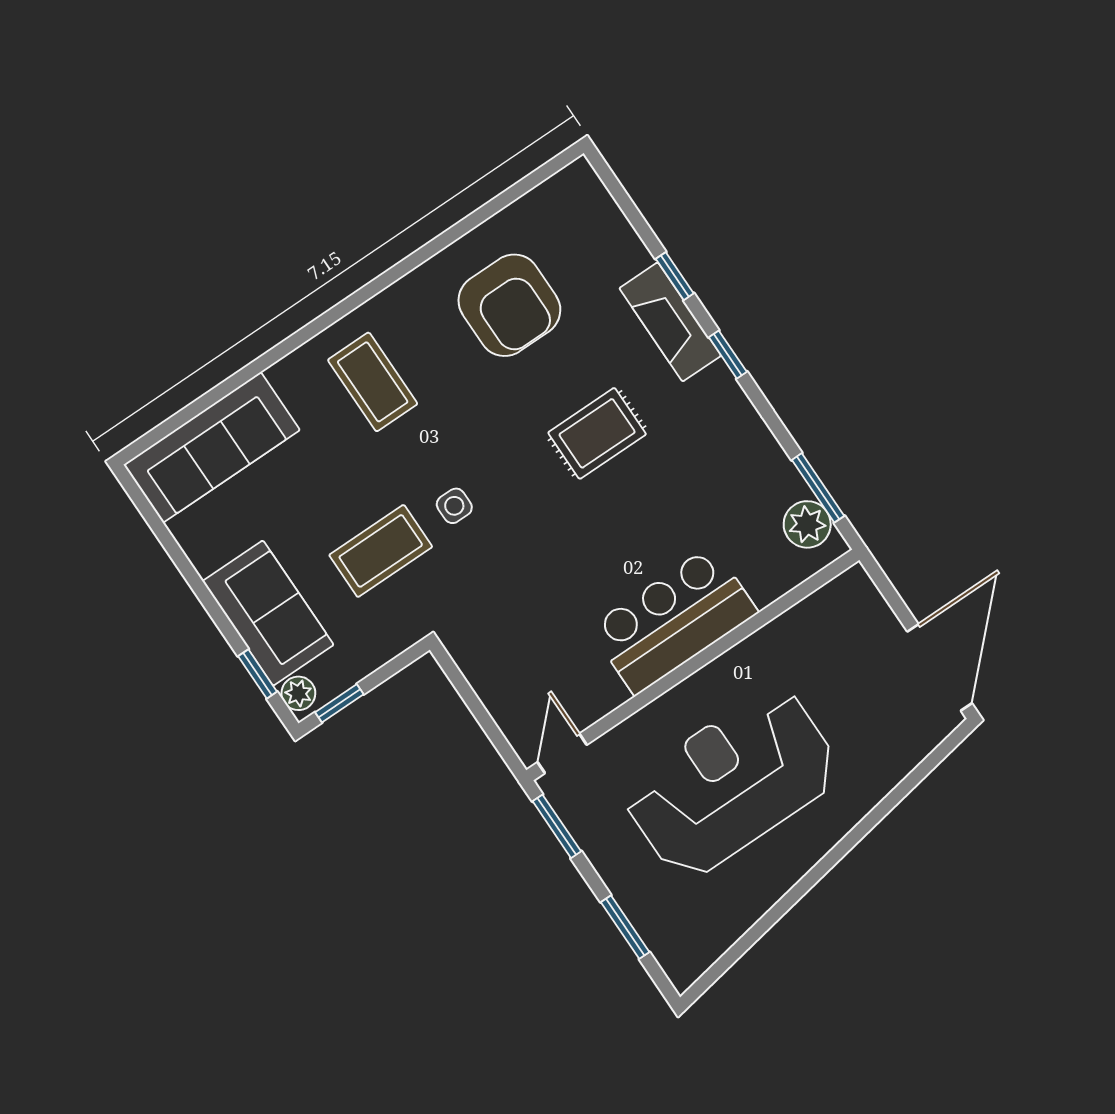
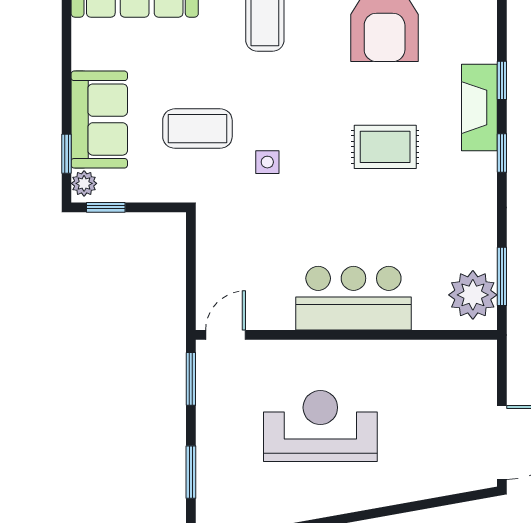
side table: (454, 506) -> (267, 162), moved
plant: (807, 524) -> (473, 295), width x1.36, depth x1.36
reception desk: (731, 783) -> (320, 426), width x0.74, depth x0.77

